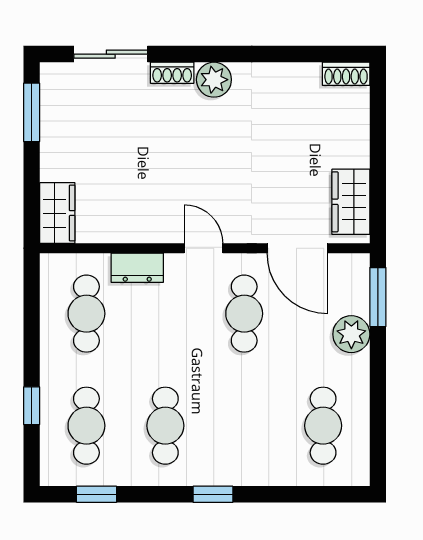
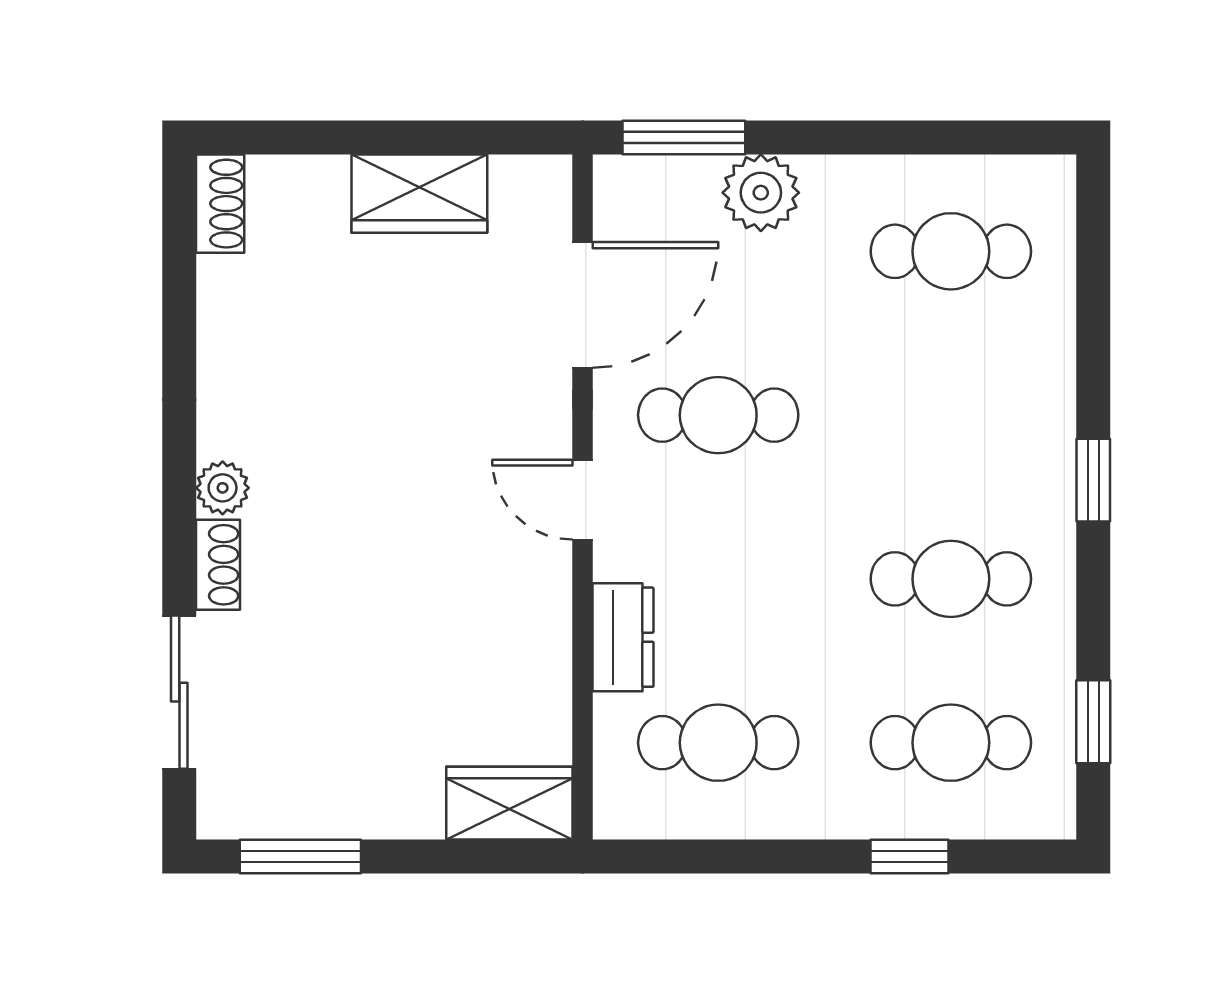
plant: (214, 80) -> (223, 488), width x0.73, depth x0.73
wardrobe: (351, 202) -> (419, 194), moved
door: (203, 248) -> (583, 500), hinge flipped

